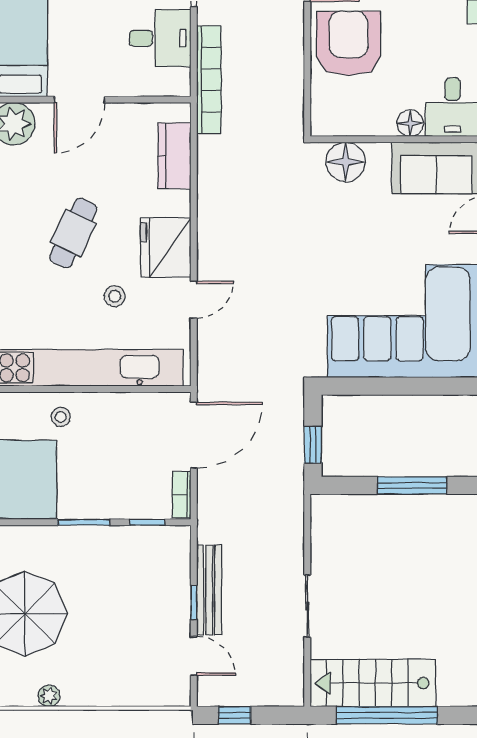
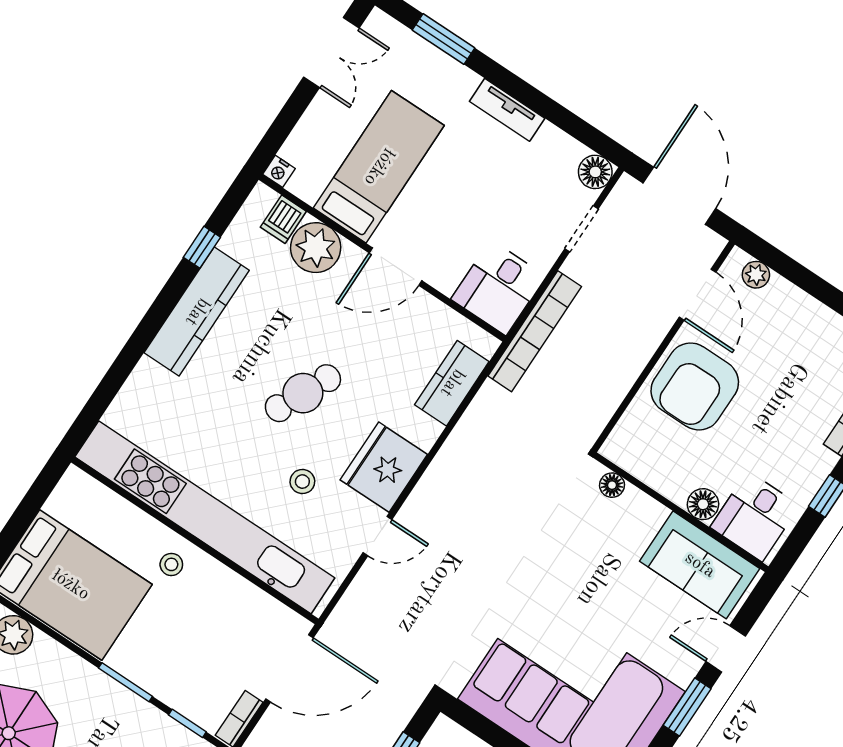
desk: (160, 38) -> (498, 288), moved, turned 90
armchair: (349, 43) -> (695, 386), turned 180
floor lamp: (346, 162) -> (612, 485), width x0.53, depth x0.53

